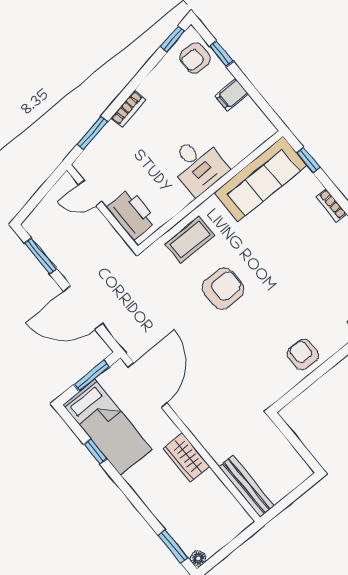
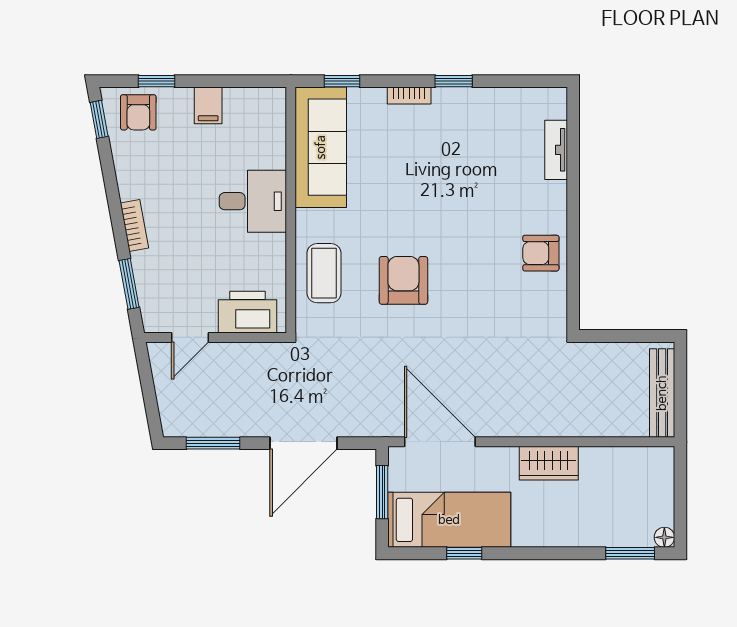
bench: (246, 486) -> (662, 393), moved, turned 90

